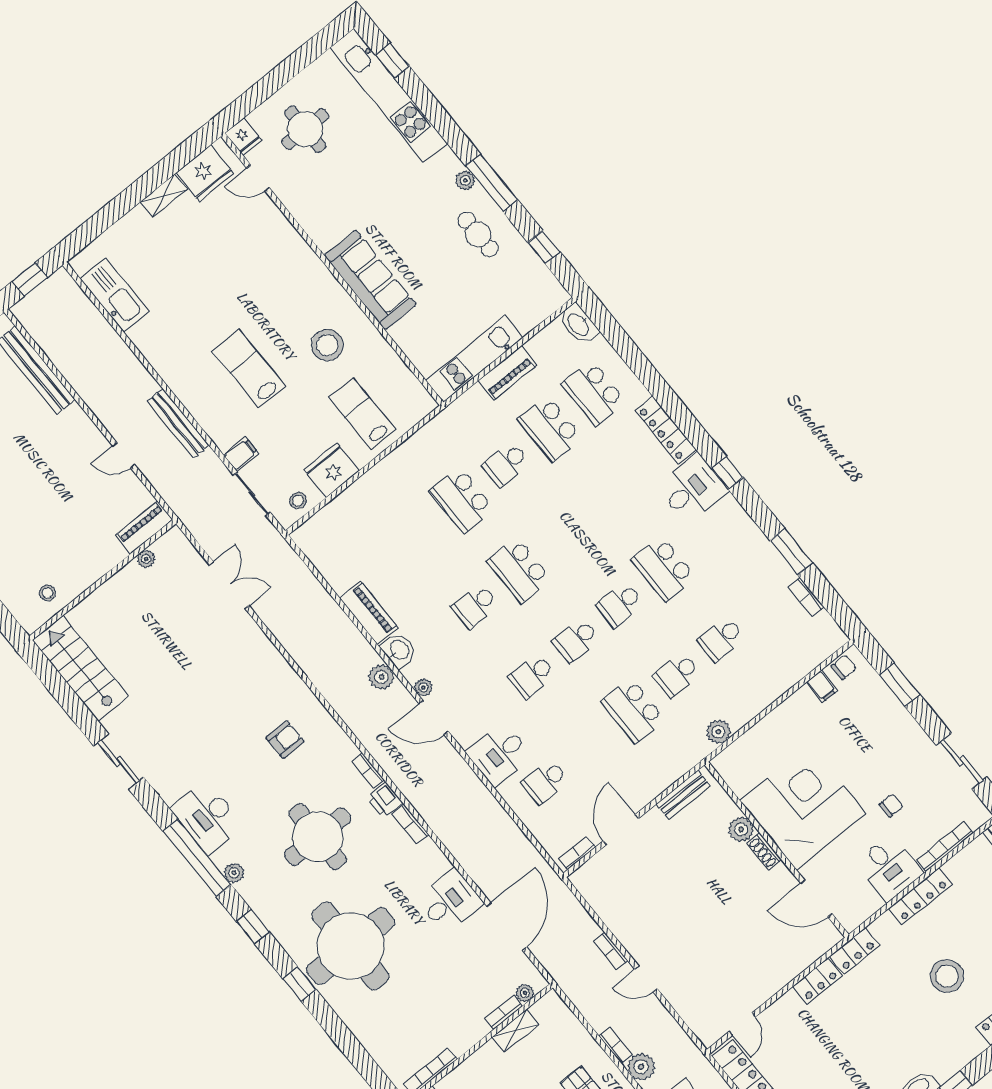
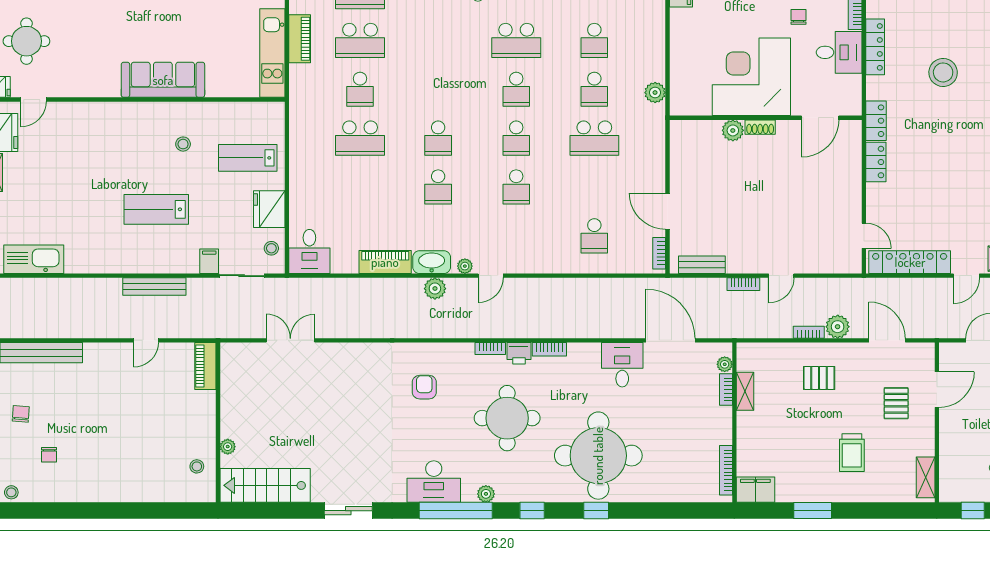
stool: (327, 345) -> (183, 144), width x0.53, depth x0.53
plant: (146, 559) -> (228, 447), moved
school desk: (519, 570) -> (438, 138), width x0.54
washbasin: (399, 650) -> (432, 262), width x1.38
door: (434, 718) -> (491, 276), width x0.73
desk: (500, 754) -> (309, 251), moved
bench: (683, 795) -> (702, 265), moved, turned 90

